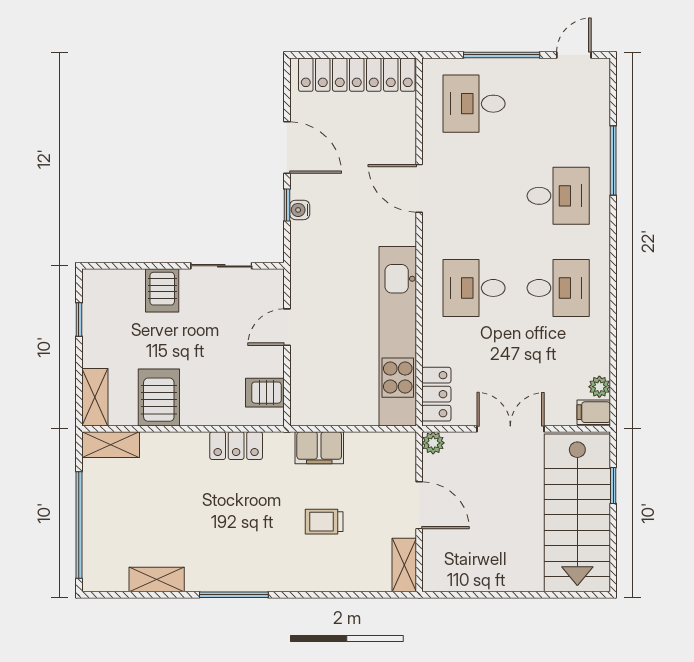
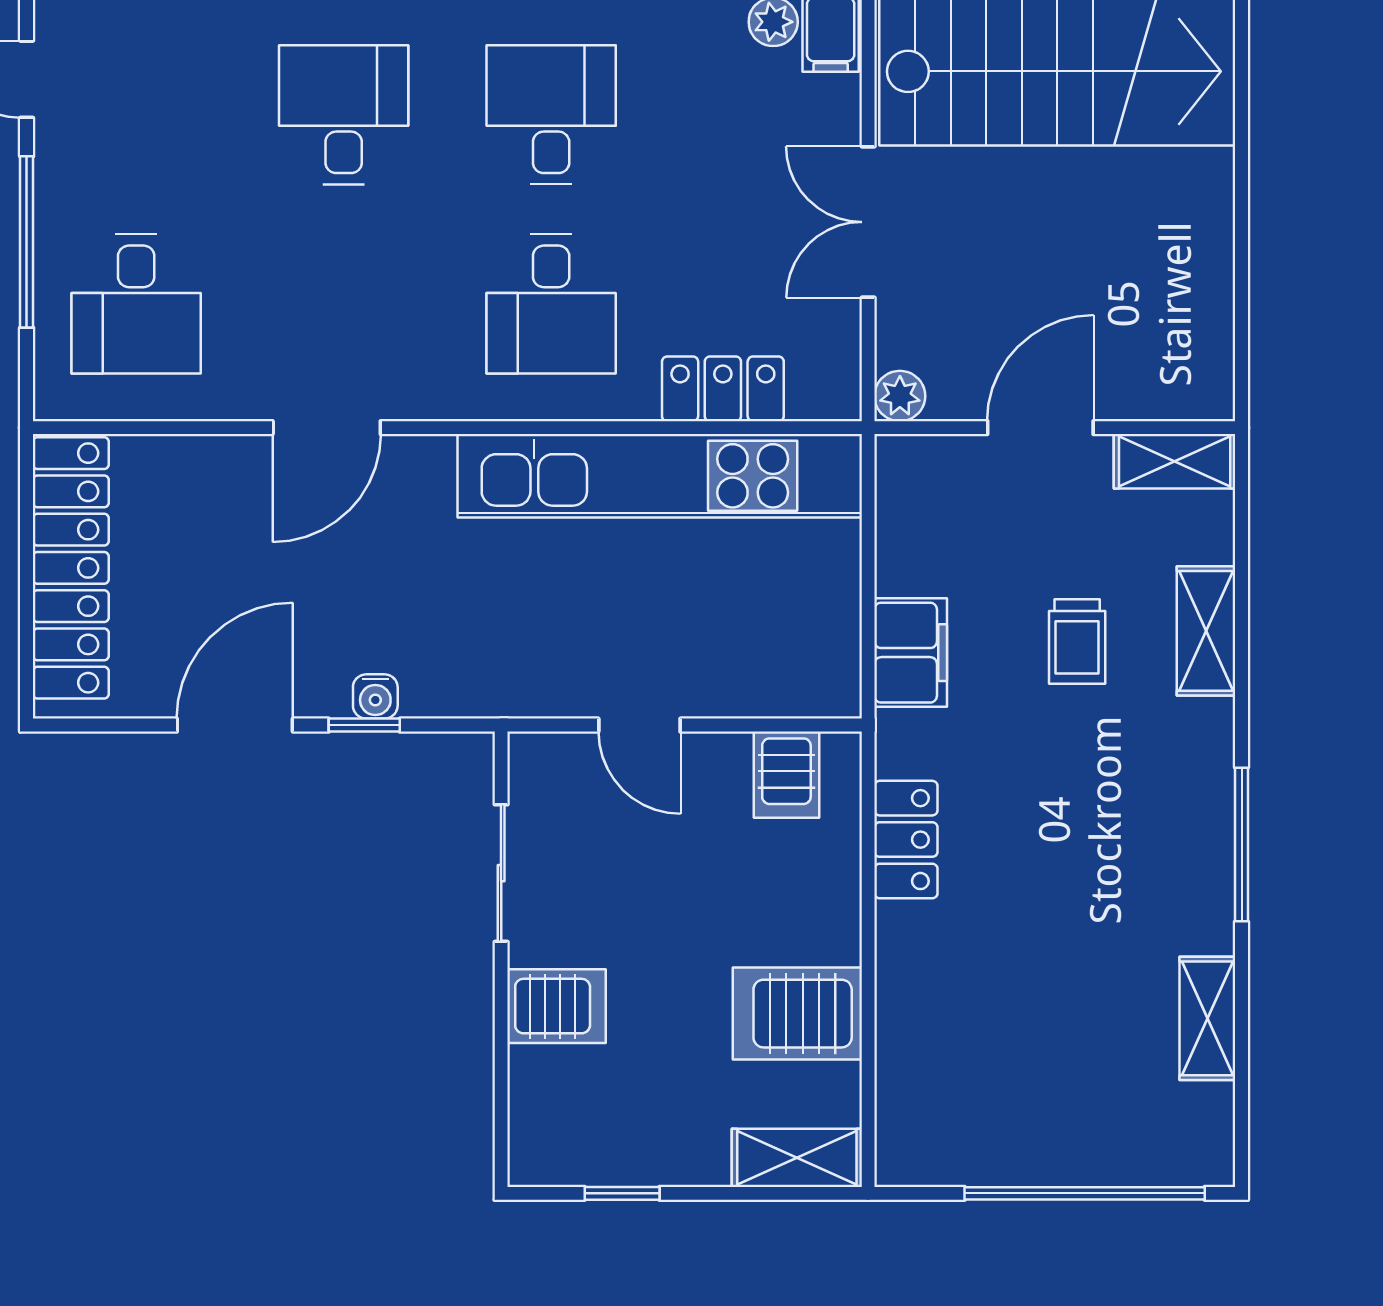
locker: (436, 394) -> (723, 389), moved
shelving: (111, 445) -> (1206, 631), moved

